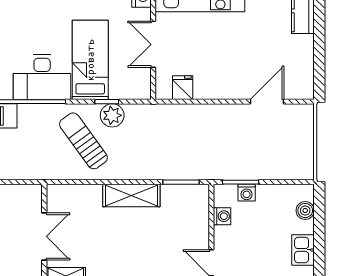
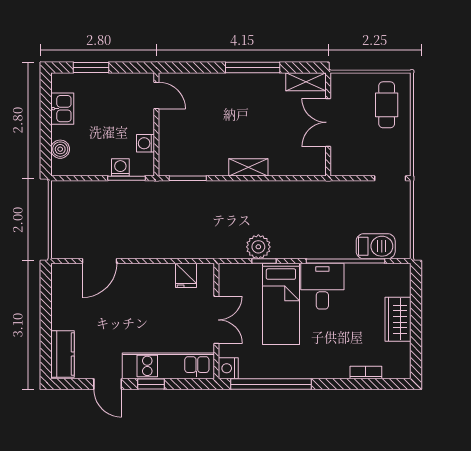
desk: (42, 77) -> (322, 286), width x0.73
sun lounger: (83, 141) -> (288, 221), removed
shelving: (131, 196) -> (248, 167), width x0.67, depth x0.75

